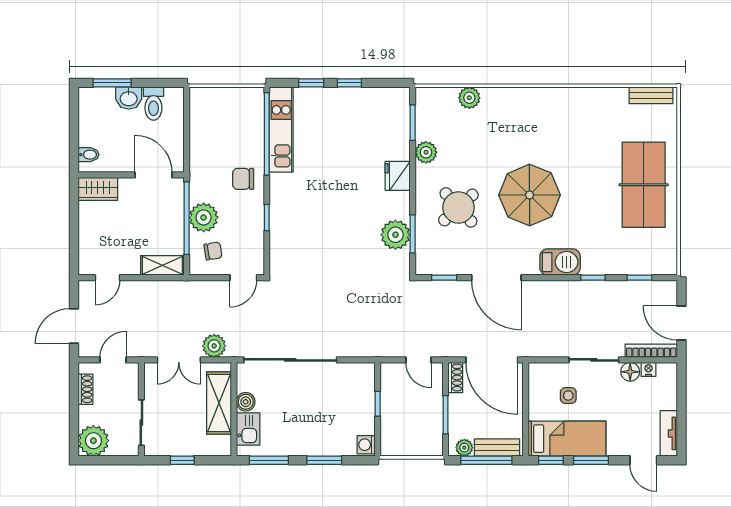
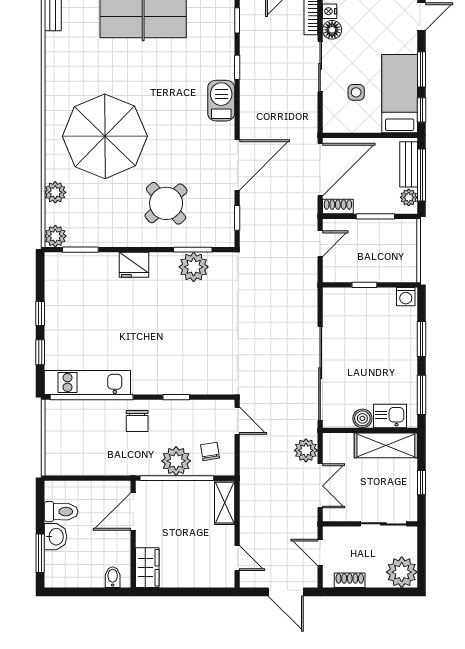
plant: (426, 152) -> (55, 236), moved
parasol: (530, 195) -> (105, 136), moved, width x1.36, depth x1.36
shelving: (219, 403) -> (386, 445), moved

